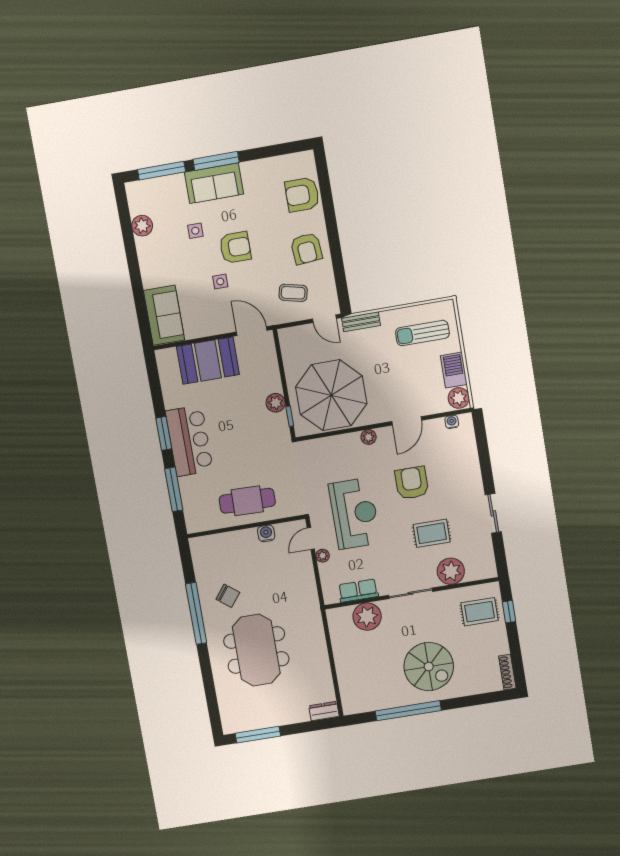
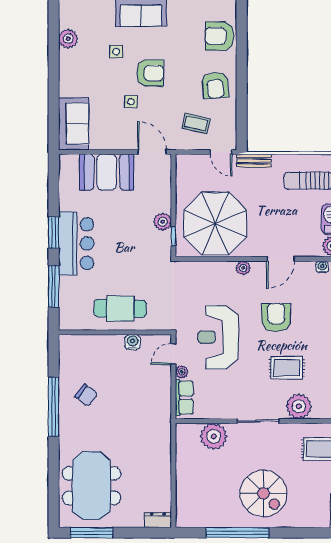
reception desk: (354, 513) -> (218, 337), turned 180
row of seats: (358, 591) -> (184, 398), moved, turned 90
meeting table: (256, 650) -> (91, 486), moved

